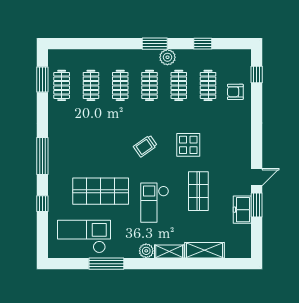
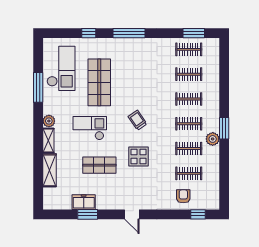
window: (203, 44) -> (224, 169), removed
door: (257, 177) -> (132, 214), moved

